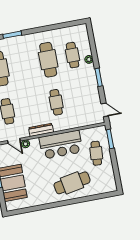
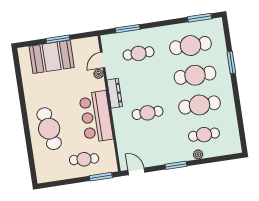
cafe table: (24, 64) -> (195, 75), added
door: (105, 110) -> (136, 171), swing flipped

